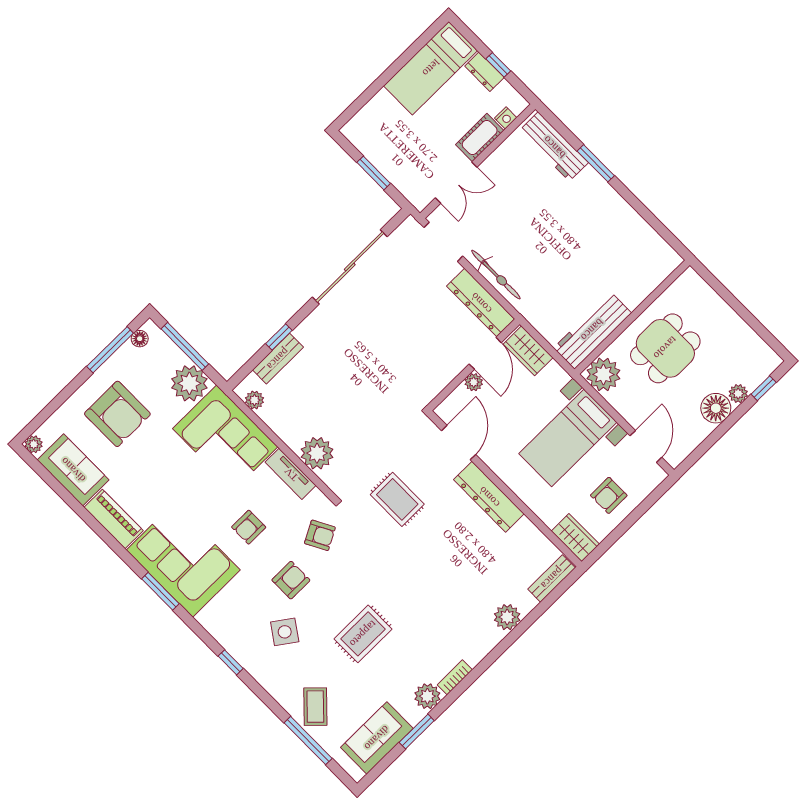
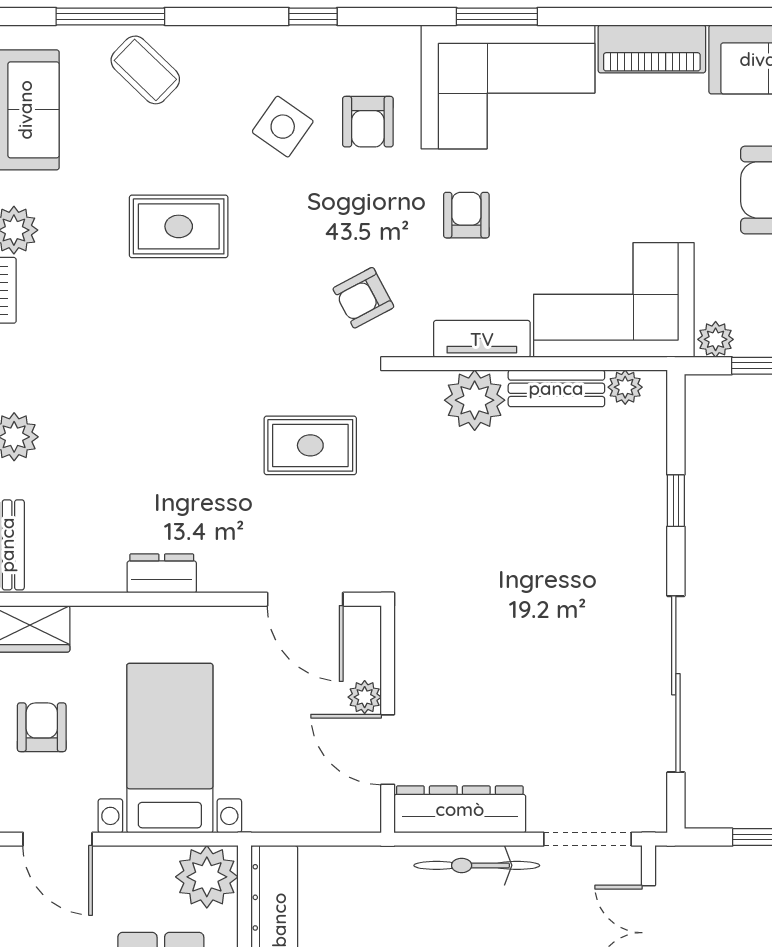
wardrobe: (528, 351) -> (335, 809), removed
bench: (278, 359) -> (556, 388), moved, turned 90
plant: (189, 383) -> (716, 339), width x0.53, depth x0.53
dresser: (489, 497) -> (162, 573), width x0.51, depth x0.80
armchair: (291, 580) -> (368, 122), moved
rug: (363, 634) -> (179, 226), turned 90

